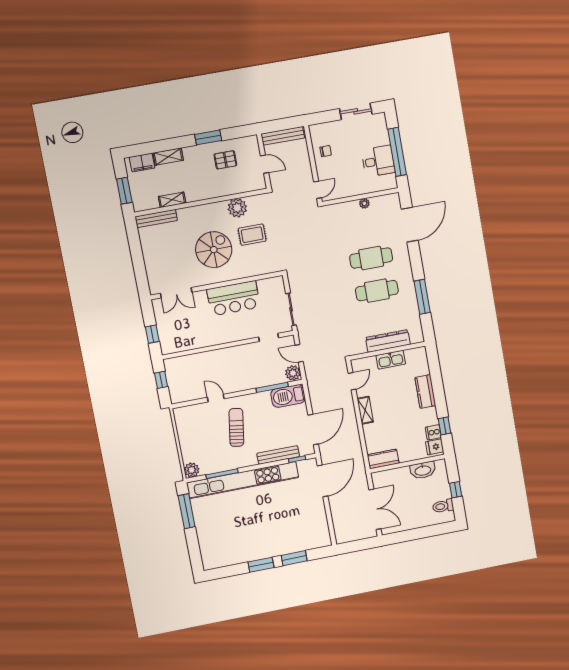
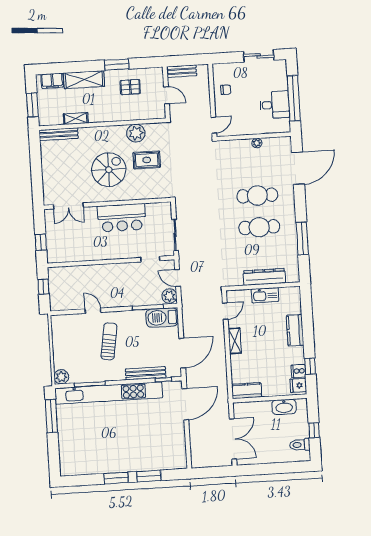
bench: (283, 136) -> (182, 71), width x0.73
shelving: (168, 157) -> (84, 80), width x1.50, depth x1.33

